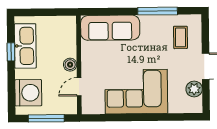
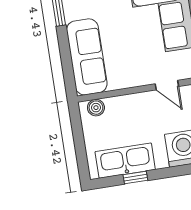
boiler: (70, 65) -> (96, 108), moved

